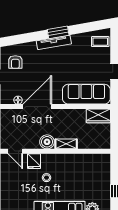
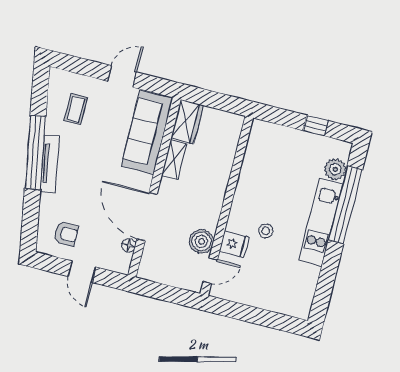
window: (58, 32) -> (35, 152), width x2.11
coffee table: (100, 42) -> (76, 109), moved
boiler: (47, 142) -> (201, 241), moved
shelving: (66, 144) -> (174, 160), moved

